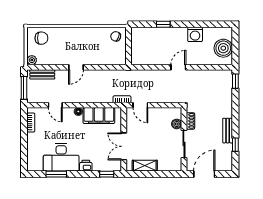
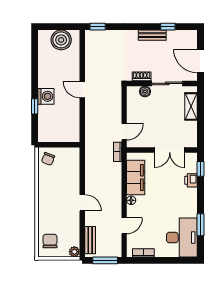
washing machine: (195, 34) -> (46, 96), moved
desk: (61, 157) -> (182, 238), moved
printer: (86, 166) -> (191, 180), moved
shelving: (145, 166) -> (191, 106), moved

